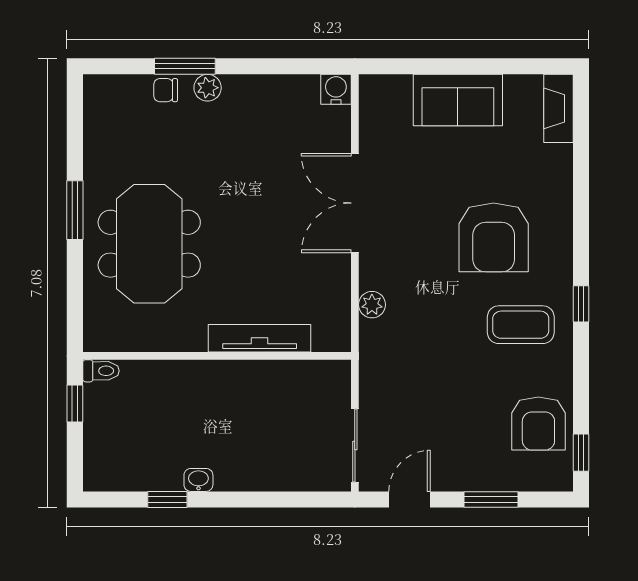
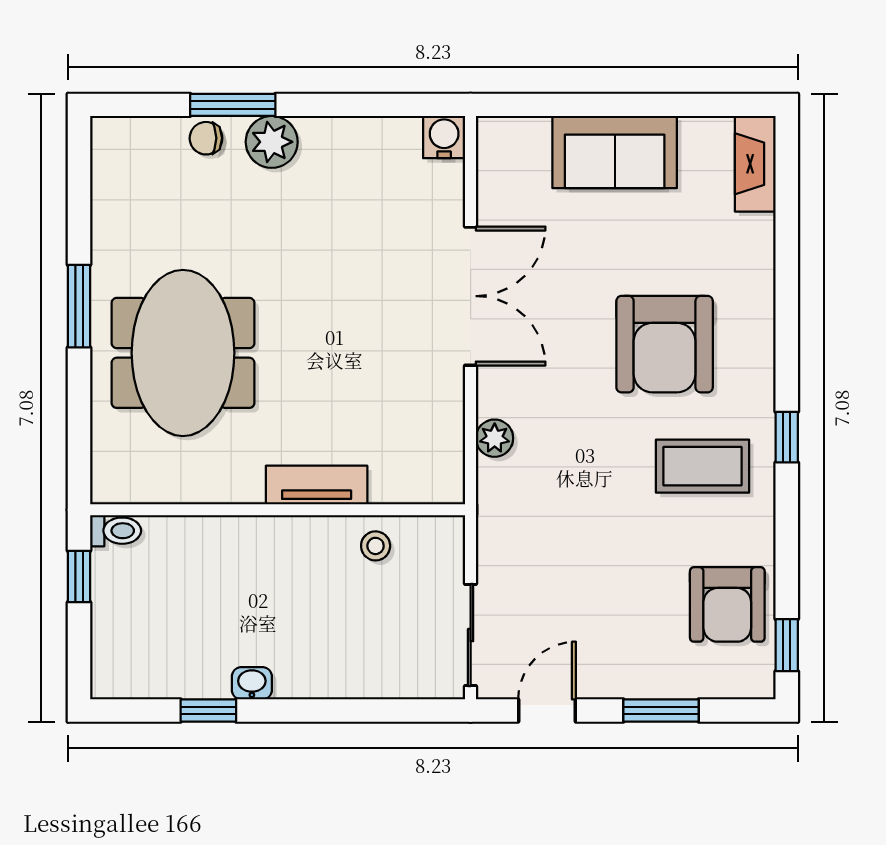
plant: (208, 88) -> (272, 142), width x1.38, depth x1.38
double door: (355, 203) -> (471, 296), swing flipped
tv unit: (260, 338) -> (317, 485), width x0.71
stool: (287, 382) -> (376, 546), added

